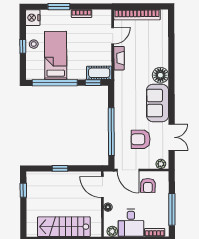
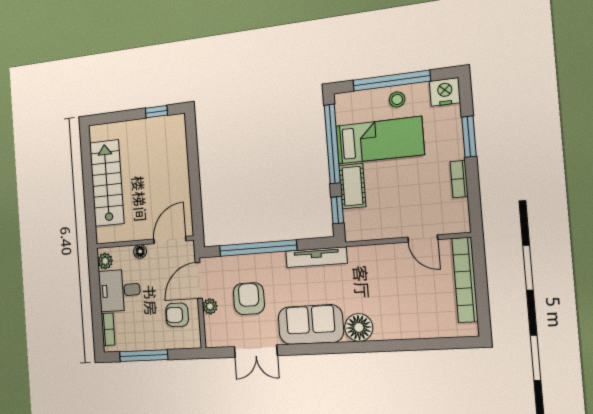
window: (23, 46) -> (391, 81), width x3.17
fireplace: (119, 58) -> (383, 253), removed
cot: (99, 73) -> (352, 186), moved
tv unit: (119, 97) -> (316, 257), added
plant: (161, 164) -> (210, 306), moved
window: (60, 168) -> (194, 168), removed

